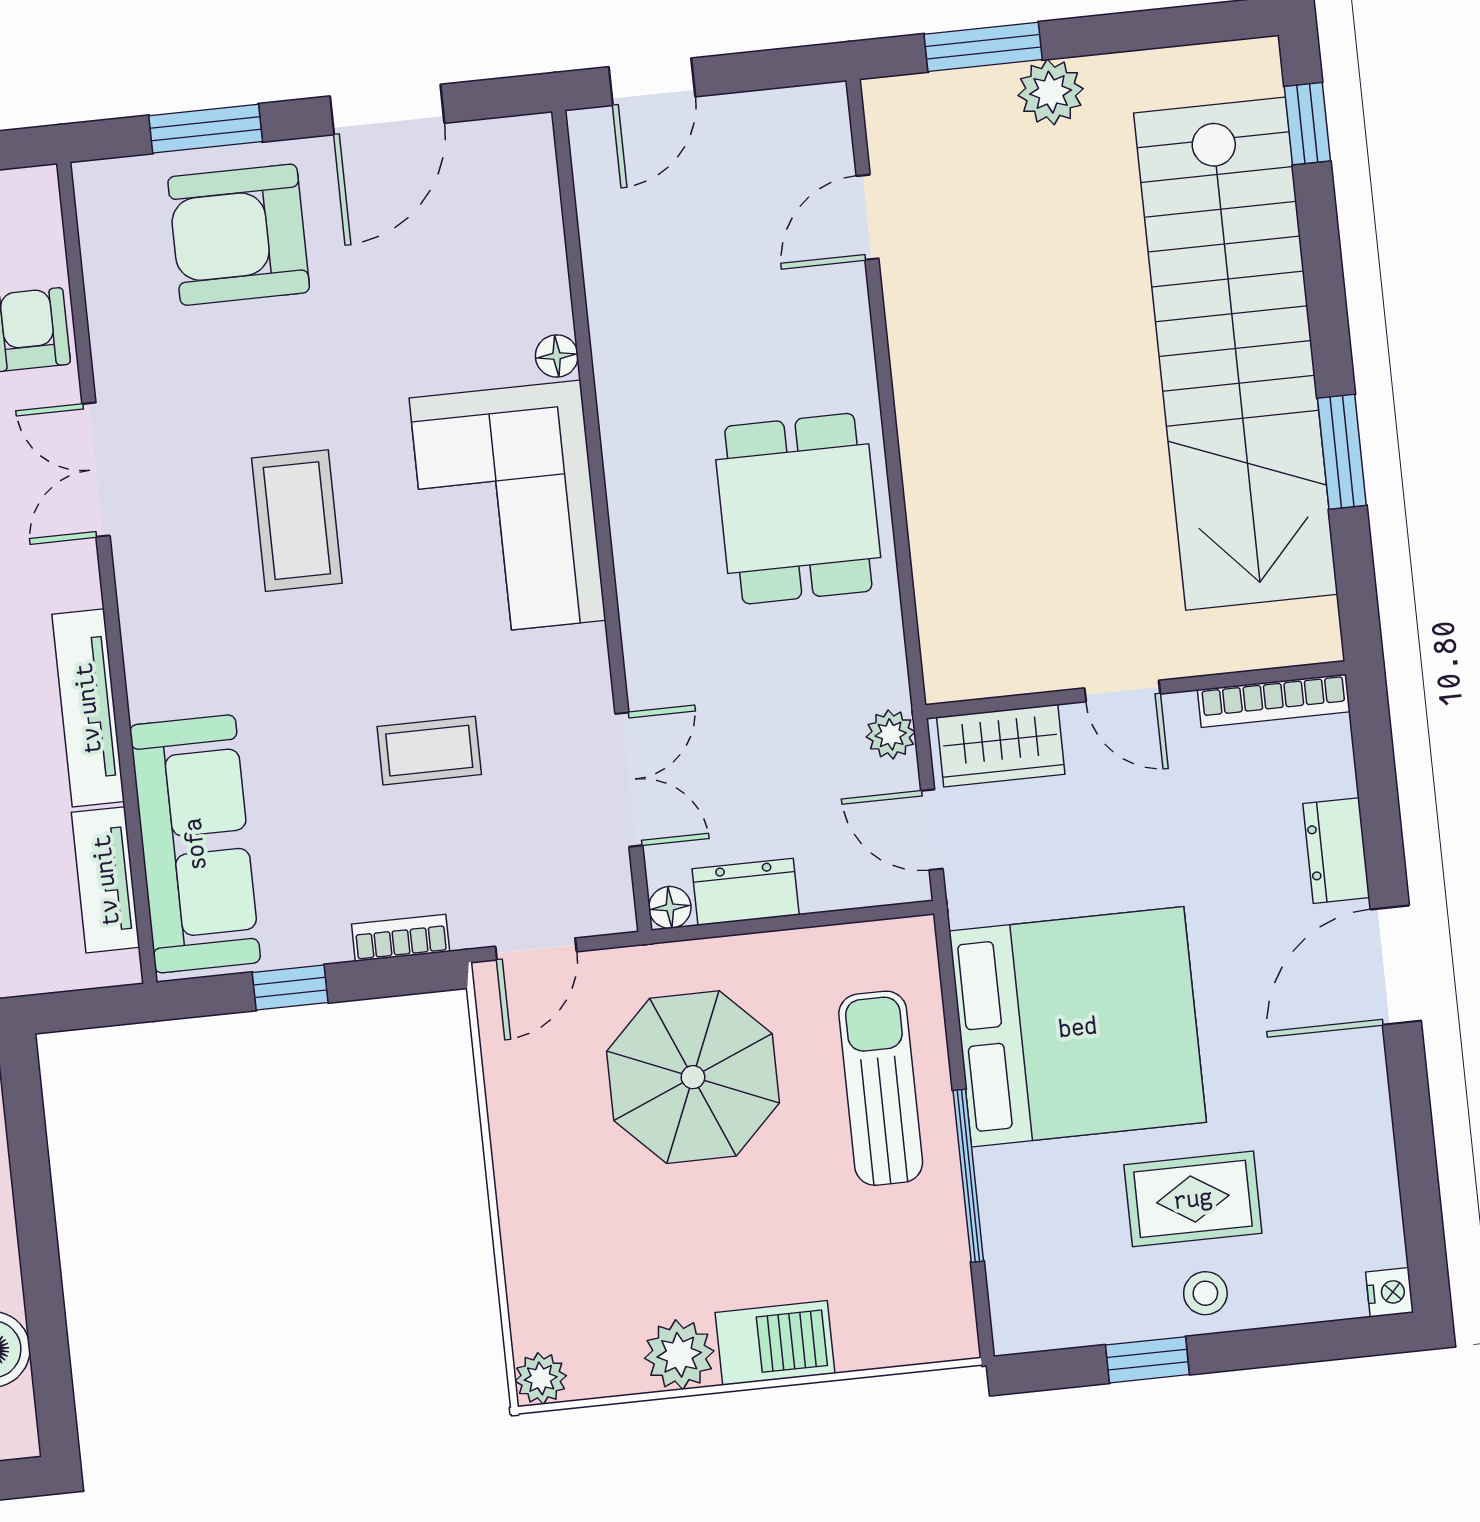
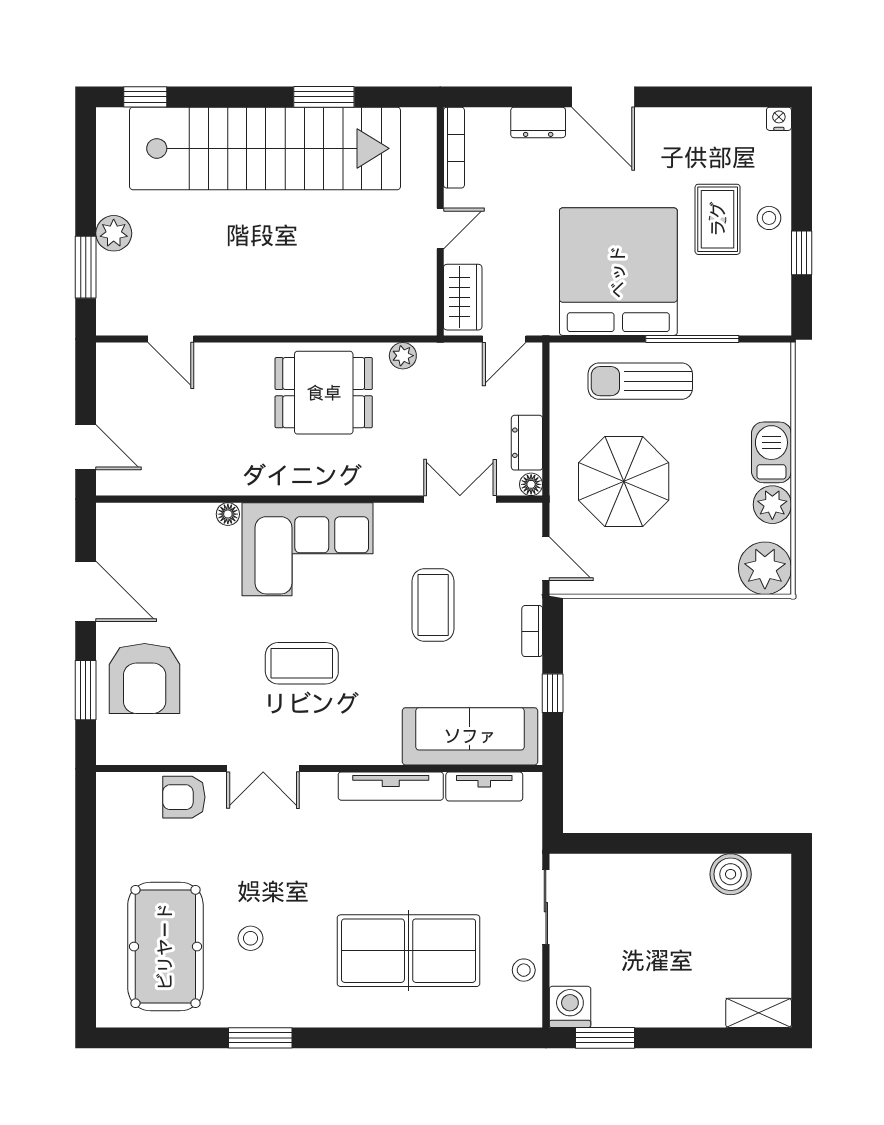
plant: (891, 734) -> (403, 356), moved
coffee table: (429, 751) -> (433, 605), width x1.36, depth x1.30
plant: (541, 1378) -> (765, 568), width x1.88, depth x1.88

